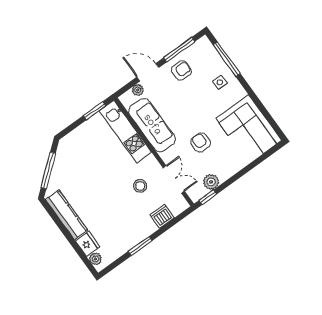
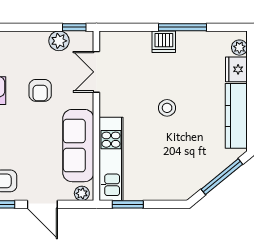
plant: (138, 90) -> (82, 193), moved
stool: (140, 186) -> (167, 108), moved
dishwasher: (162, 216) -> (164, 42), moved
window: (140, 246) -> (183, 27), width x1.44

